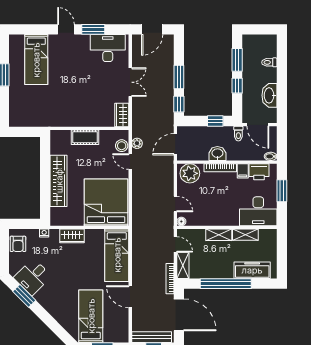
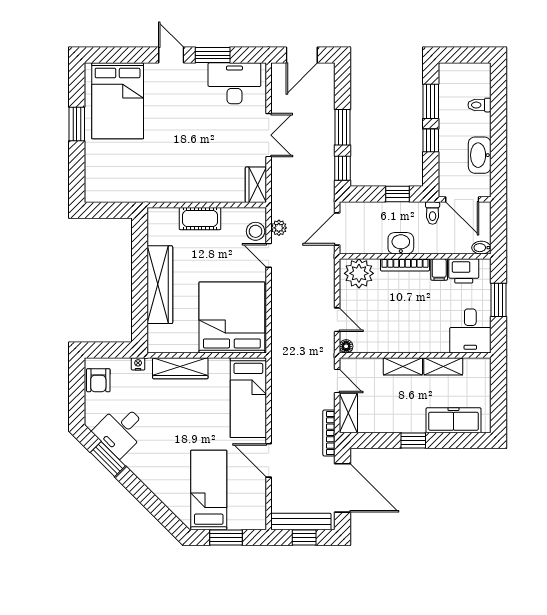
bed: (36, 60) -> (118, 101), width x1.50
desk: (258, 211) -> (470, 331), width x0.73
wardrobe: (72, 236) -> (180, 368), width x1.50
window: (226, 284) -> (413, 441), width x0.32

